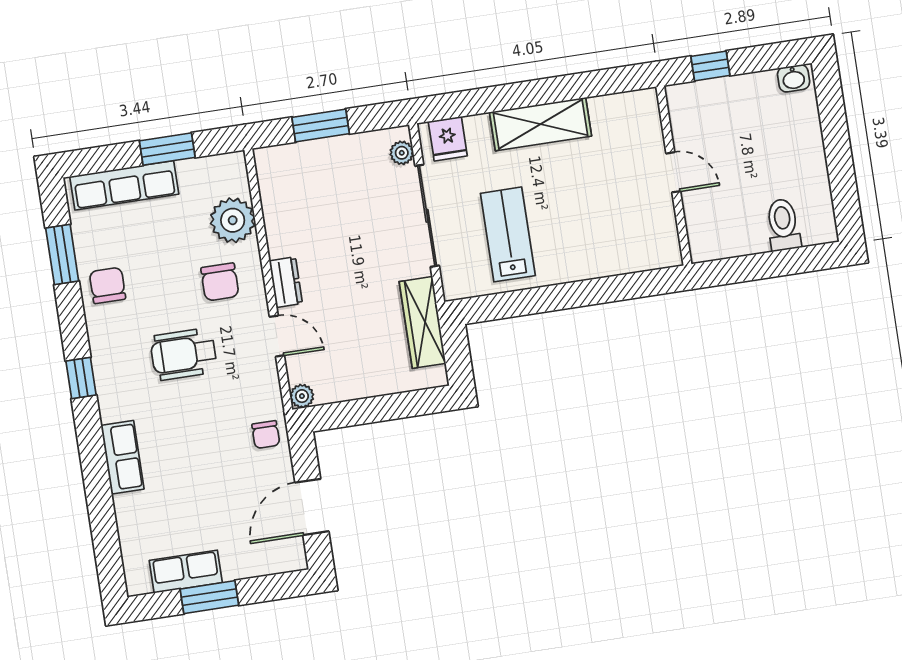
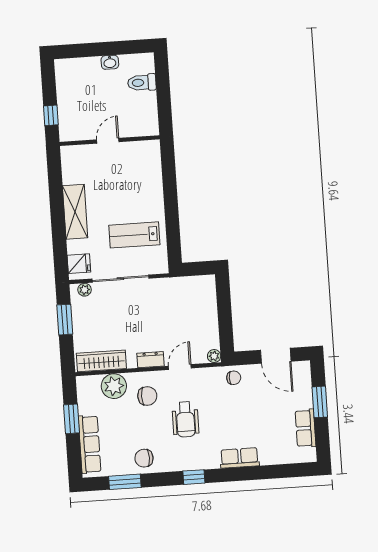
washbasin: (794, 78) -> (110, 62), moved, turned 90
window: (321, 126) -> (65, 320), moved
wardrobe: (422, 322) -> (101, 361), moved, turned 180
window: (209, 597) -> (320, 402), moved

